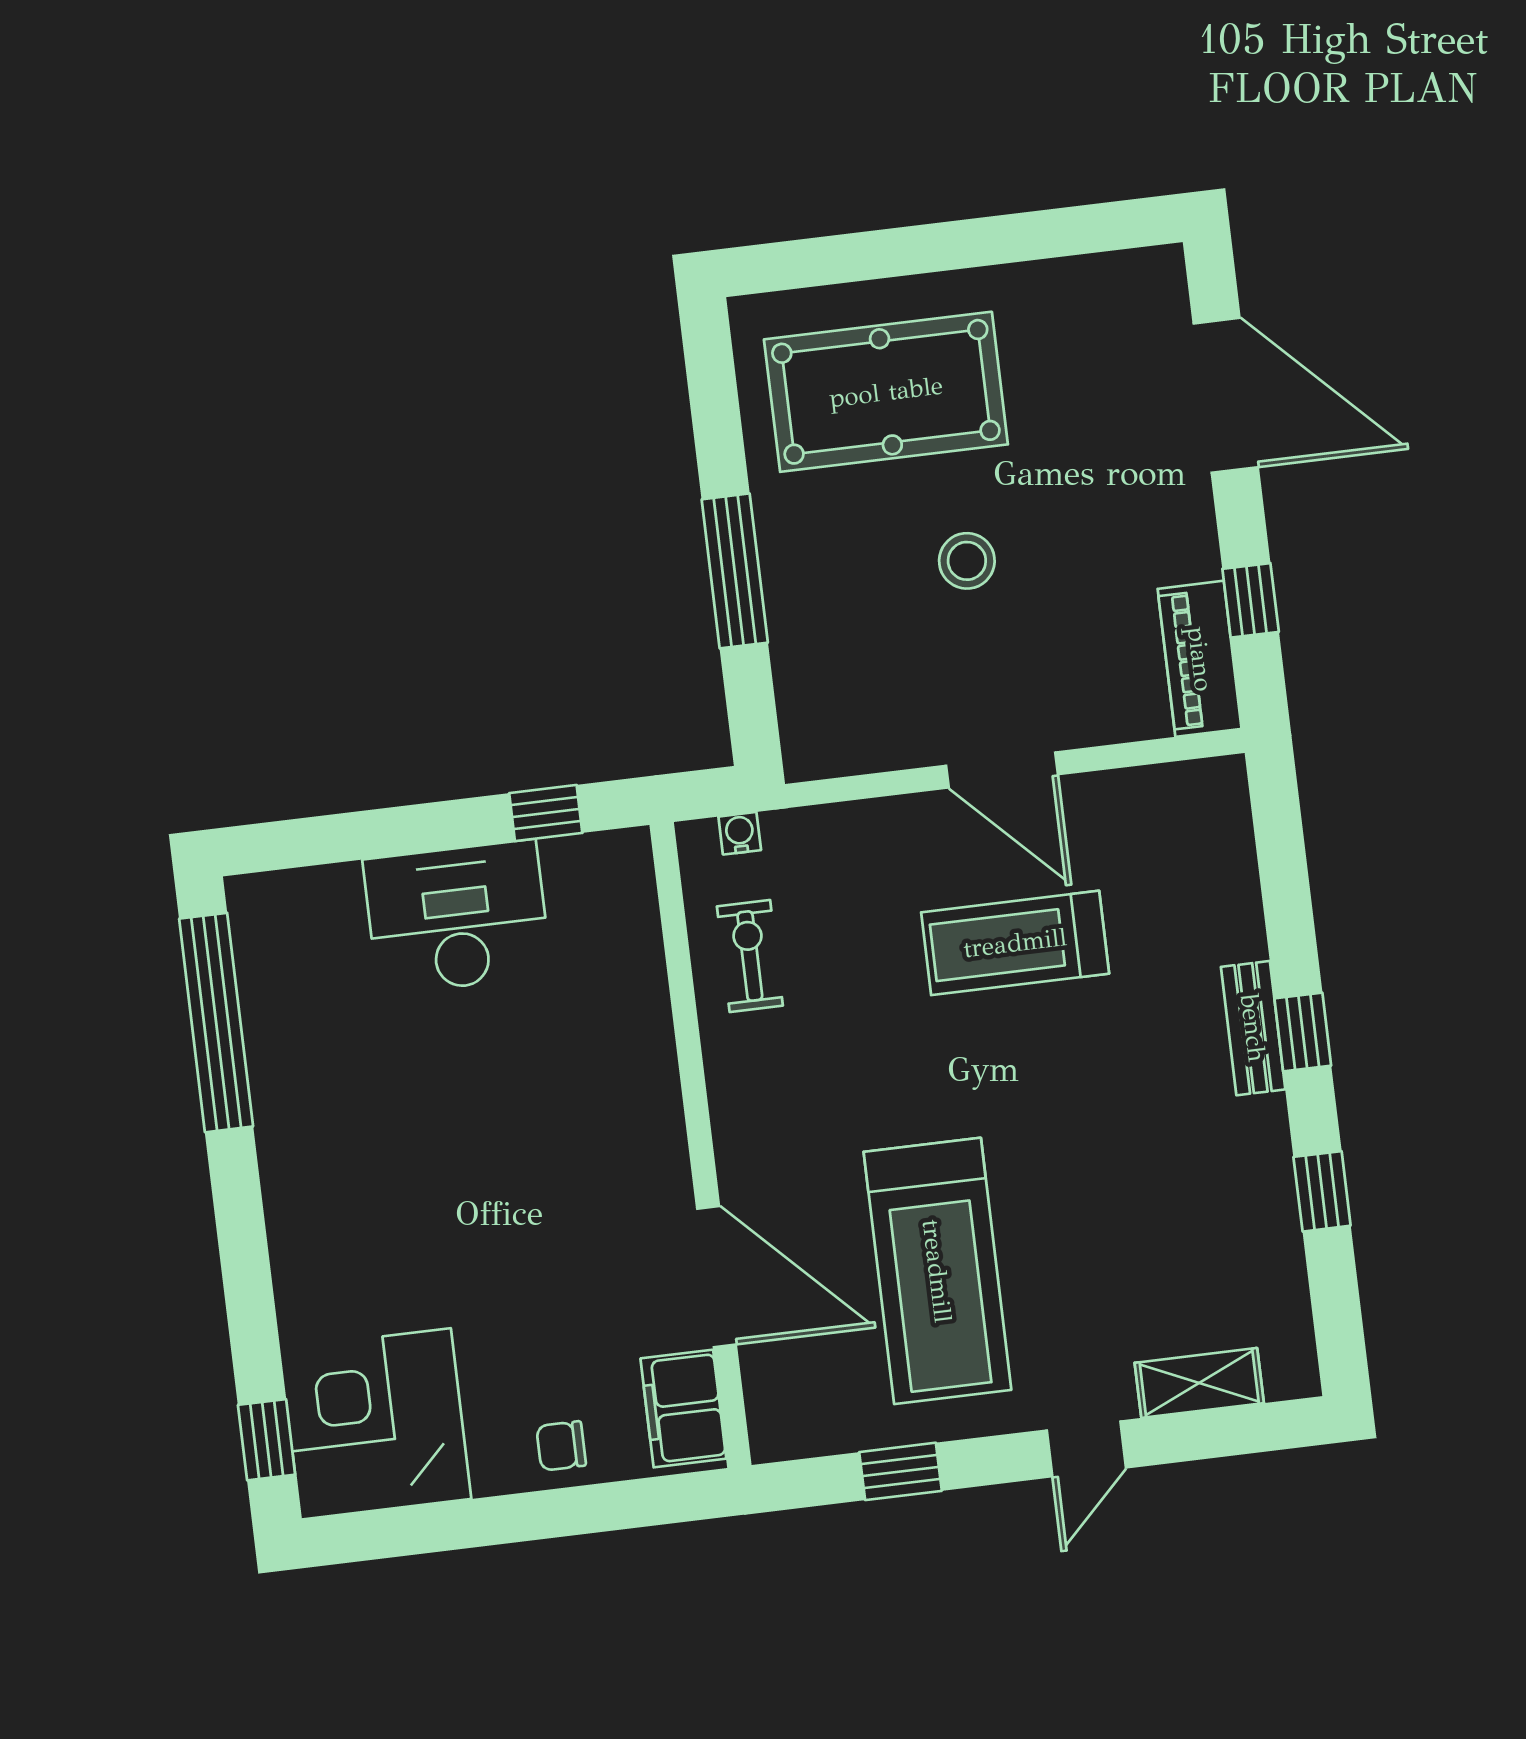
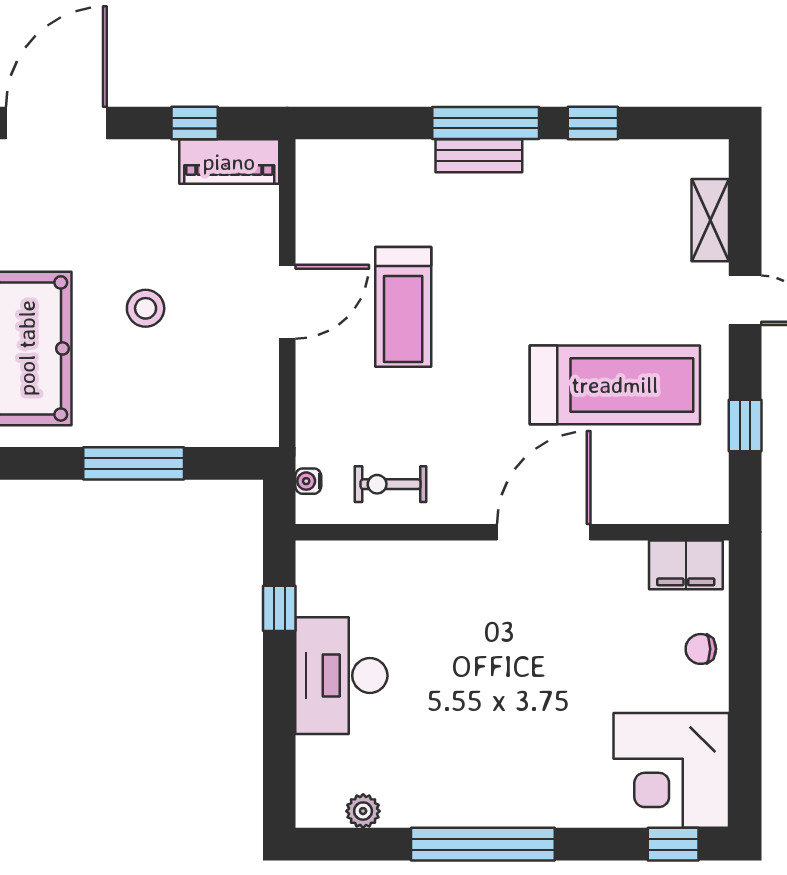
plant: (260, 974) -> (363, 811), added
window: (216, 1023) -> (483, 844), moved
window: (1303, 1032) -> (486, 123), width x2.17
door: (716, 1277) -> (544, 532), moved
chair: (561, 1446) -> (701, 649), turned 90

